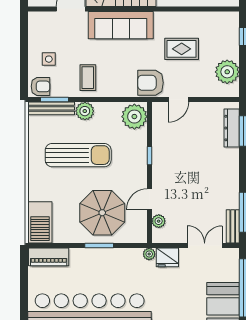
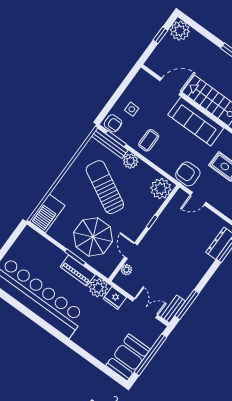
sun lounger: (78, 155) -> (105, 187), turned -152
door: (149, 199) -> (131, 251), hinge flipped
plant: (149, 254) -> (98, 288), width x1.88, depth x1.88
piano: (49, 257) -> (78, 271), moved

